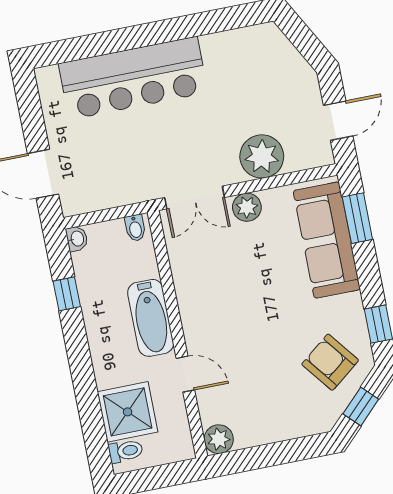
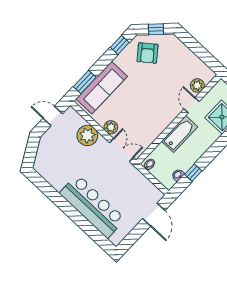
washbasin: (77, 239) -> (178, 175), moved
plant: (219, 439) -> (197, 85), moved

